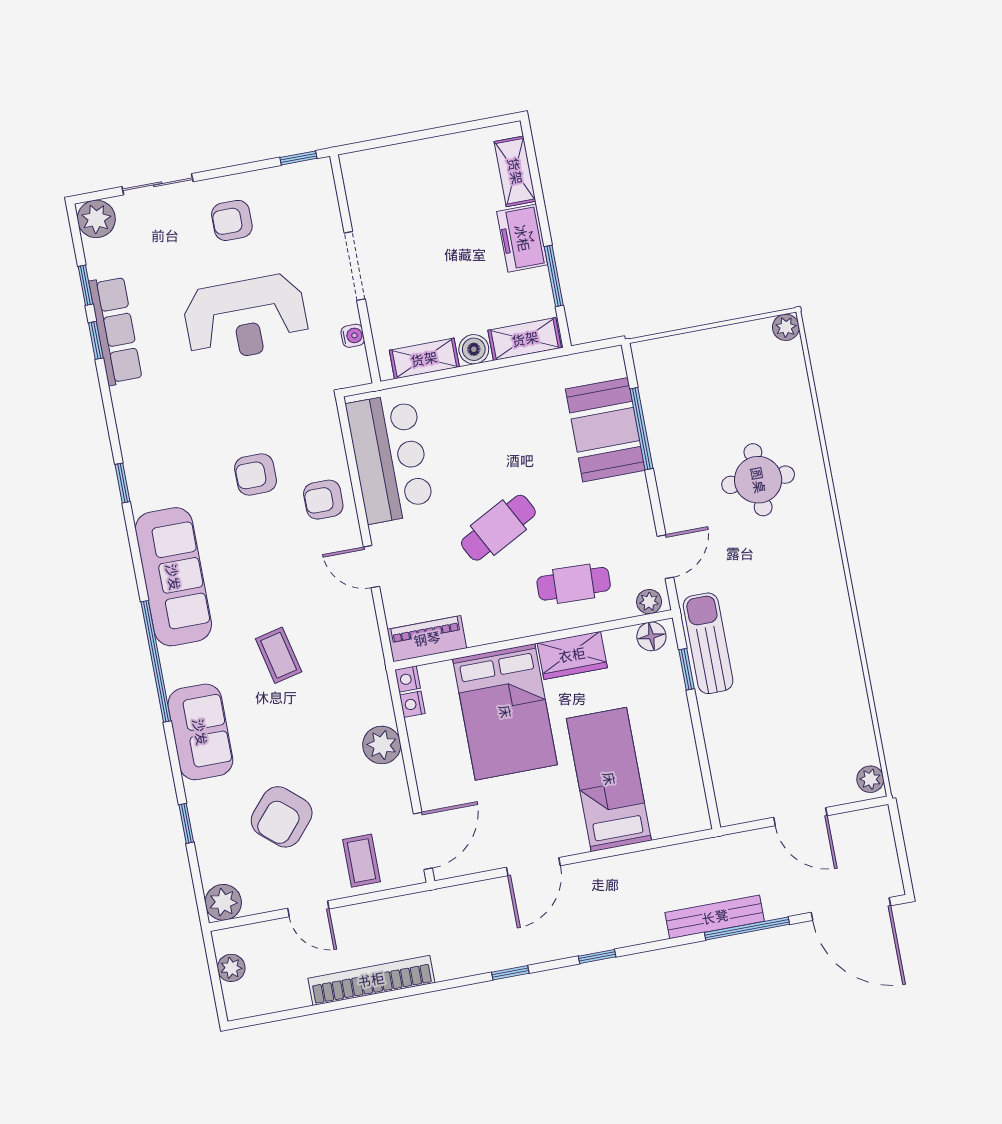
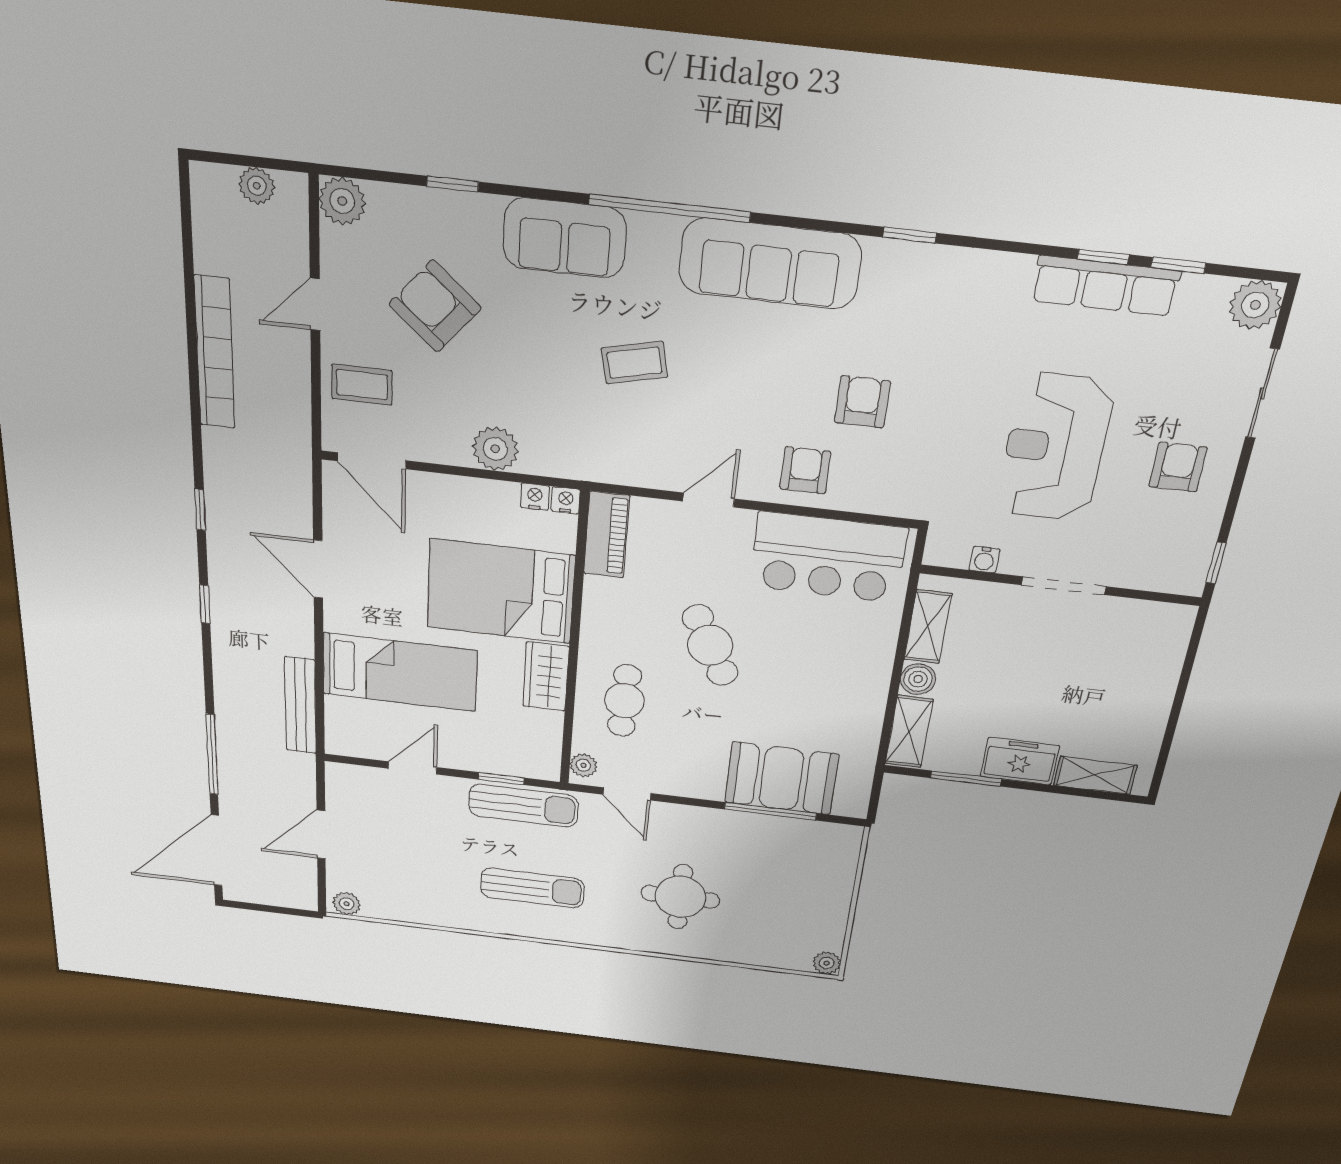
sun lounger: (794, 614) -> (532, 888), added
floor lamp: (651, 636) -> (545, 757), removed
door: (701, 749) -> (412, 768), added
bench: (715, 917) -> (301, 705), moved

